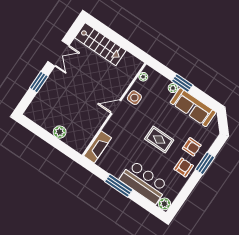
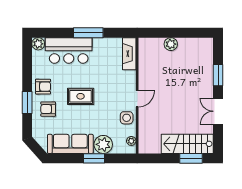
window: (105, 31) -> (191, 158), added
plant: (173, 88) -> (103, 144), width x1.88, depth x1.88
armchair: (184, 167) -> (43, 87), turned -90

